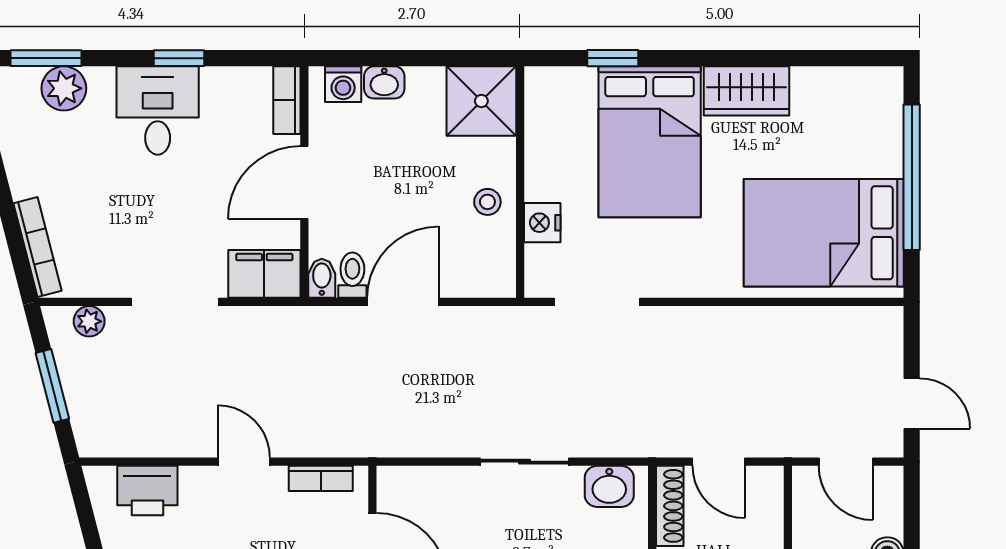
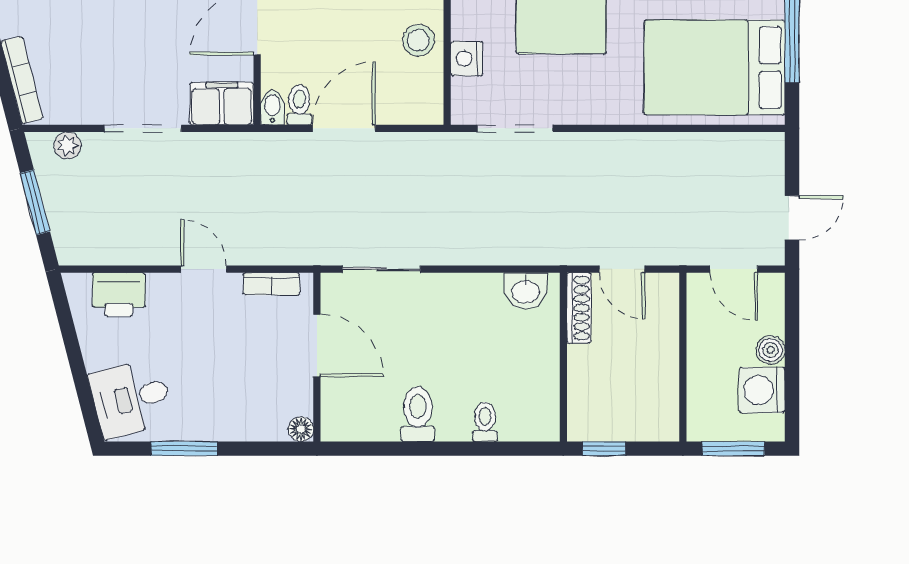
stool: (487, 202) -> (418, 40), width x1.37, depth x1.37
door: (912, 403) -> (792, 218), hinge flipped
sliding door: (524, 462) -> (381, 269), moved

